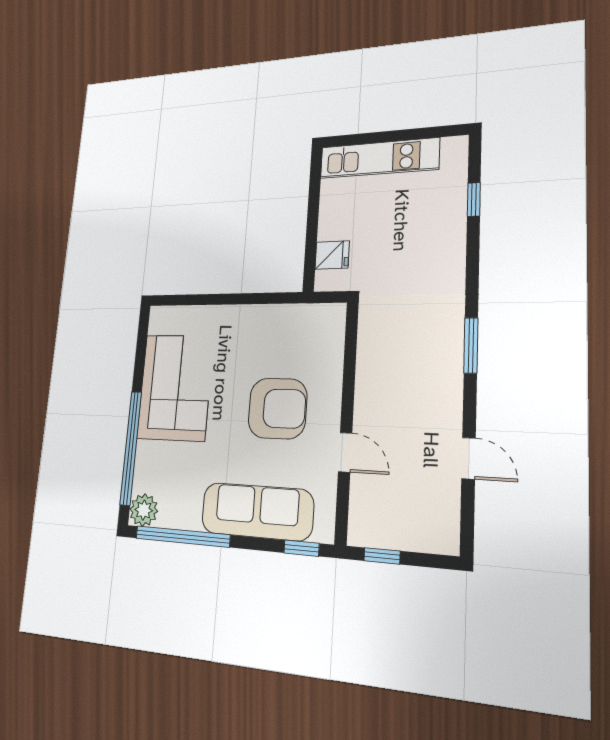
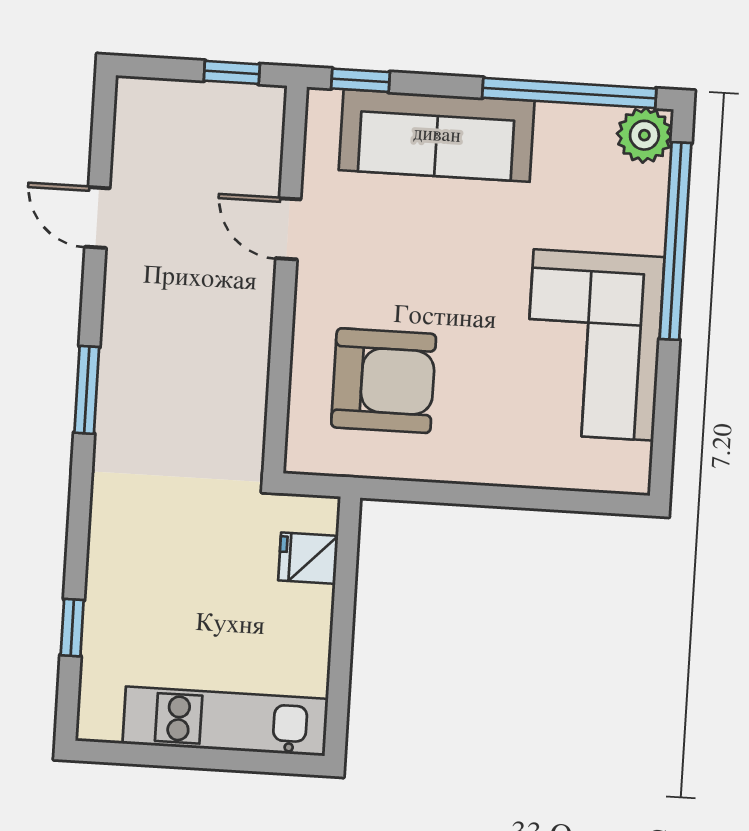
armchair: (277, 408) -> (384, 381), moved, turned 180

